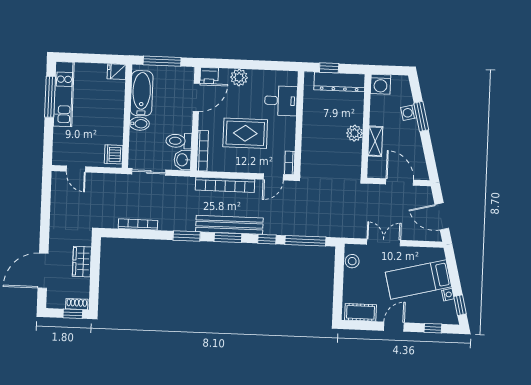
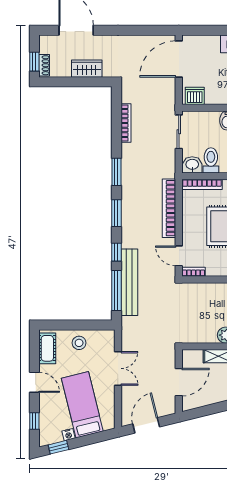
door: (76, 169) -> (179, 59), width x1.88
bench: (229, 225) -> (129, 282), moved
stool: (352, 261) -> (79, 343), moved

